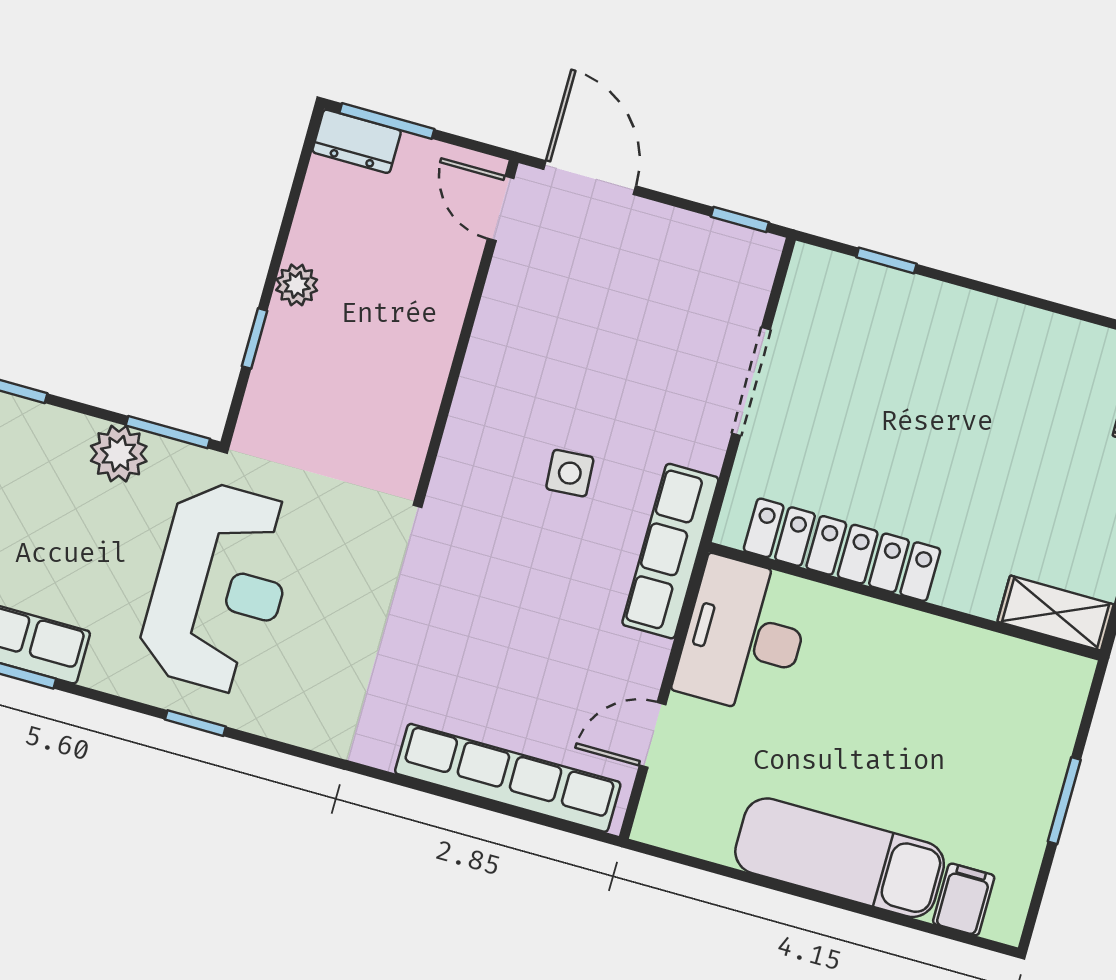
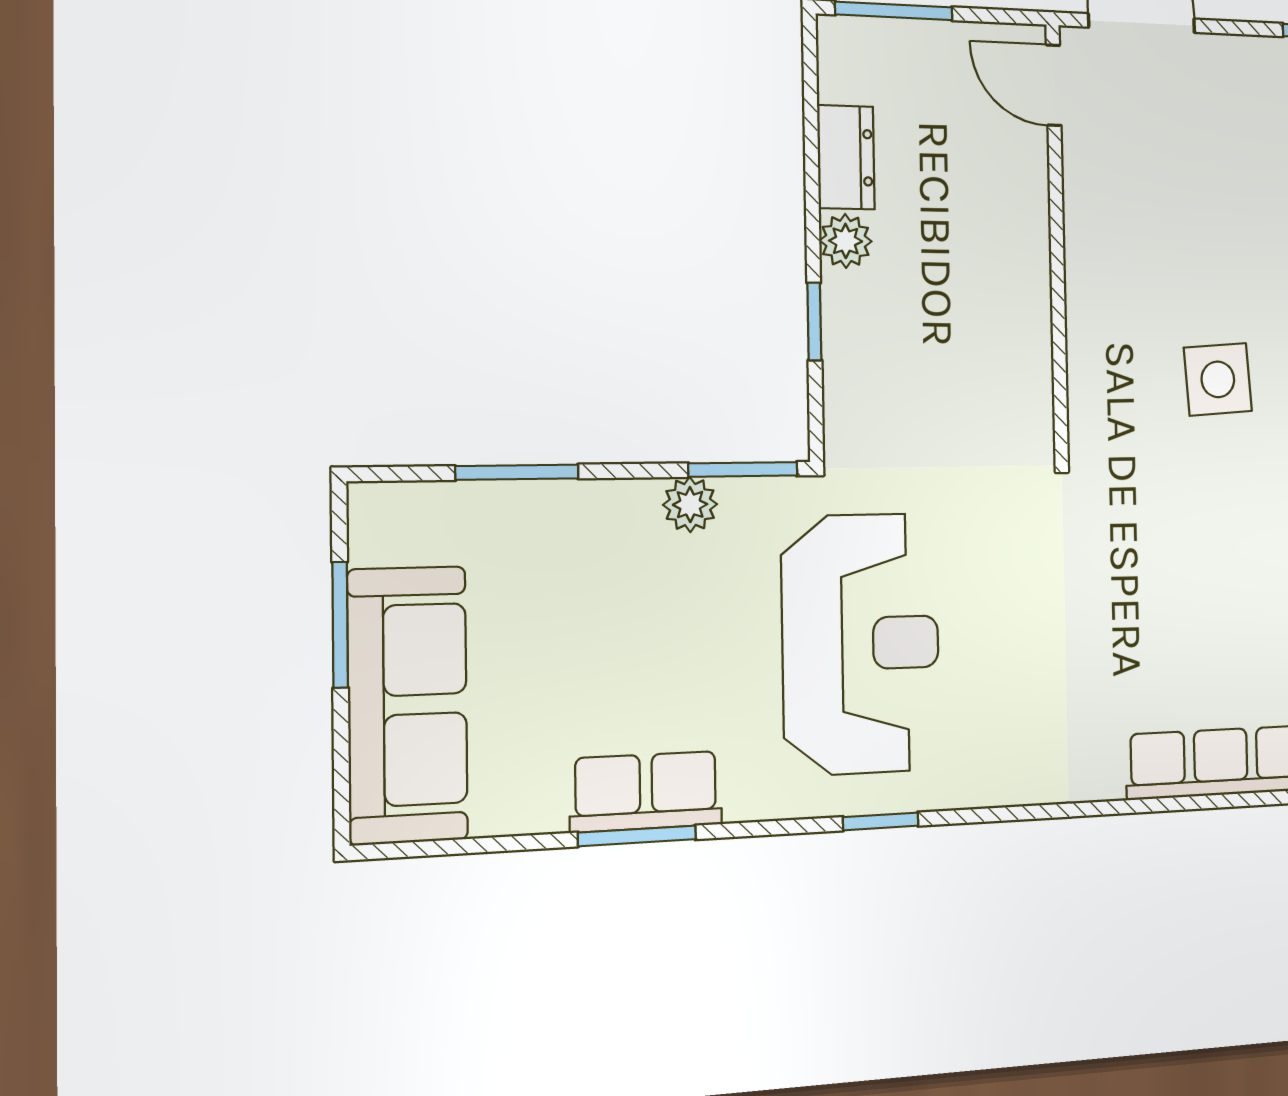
dresser: (357, 141) -> (846, 157), moved, turned -90
plant: (119, 454) -> (690, 505), width x0.73, depth x0.73
side table: (570, 473) -> (1218, 379), width x1.37, depth x1.37

